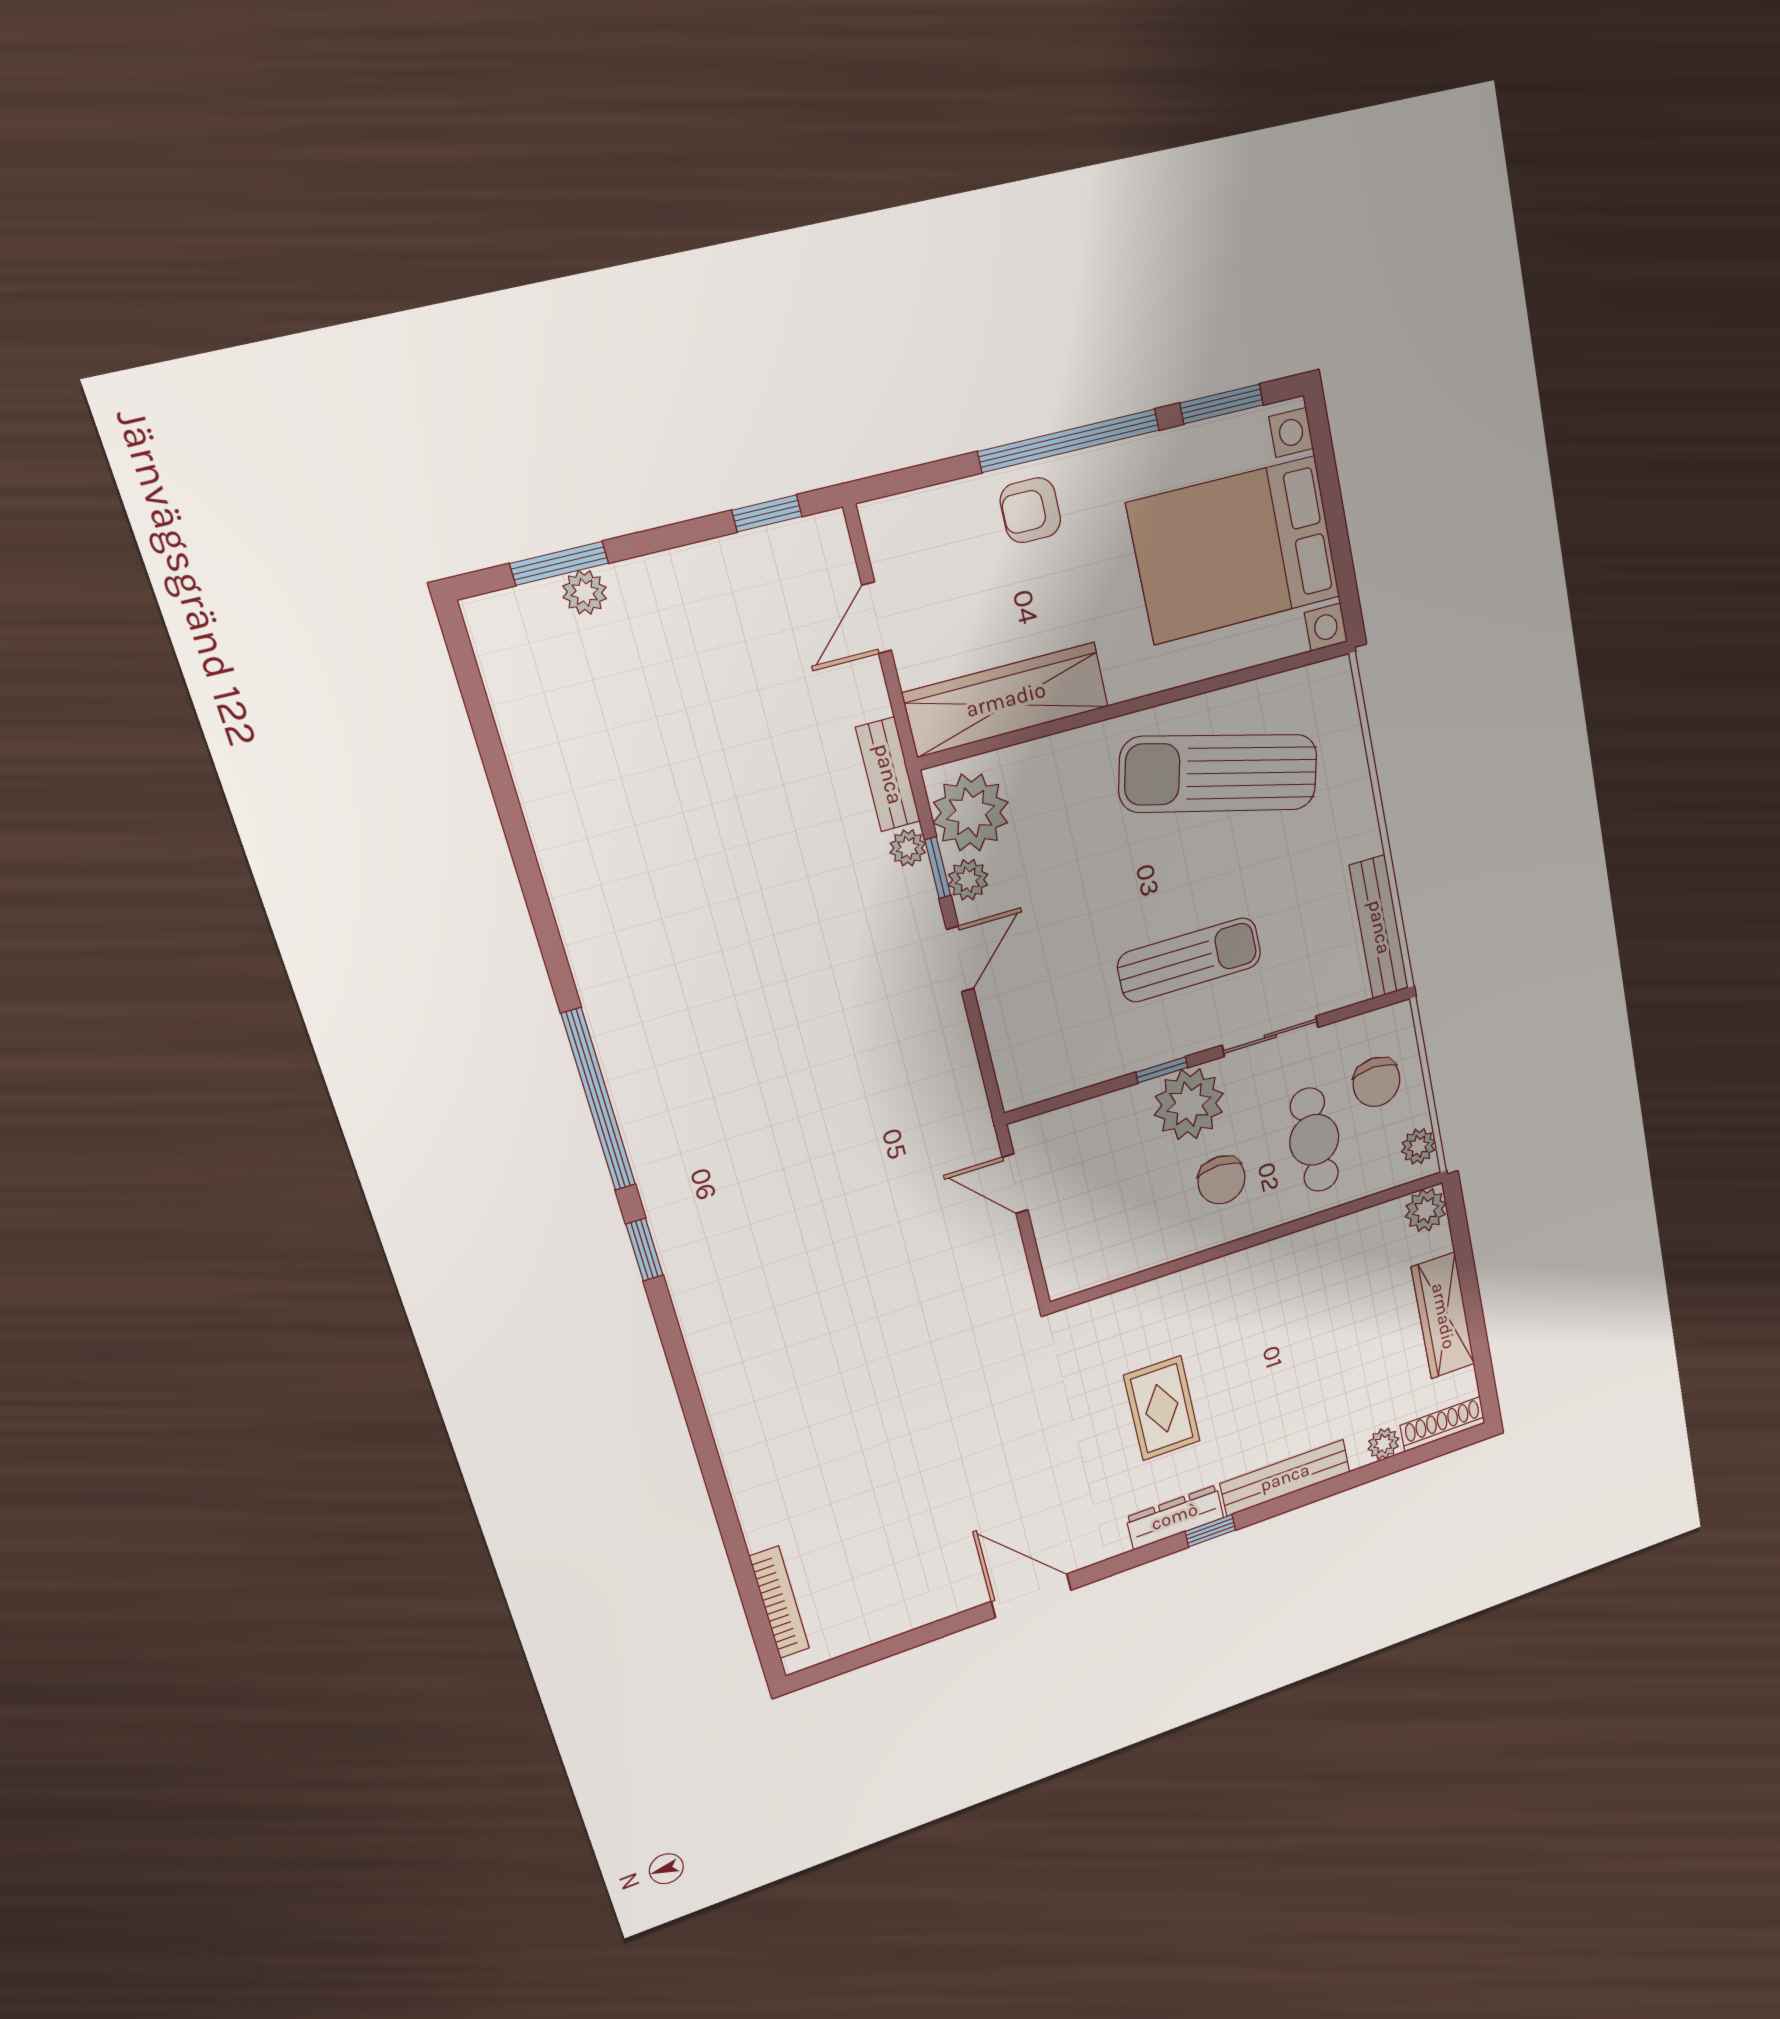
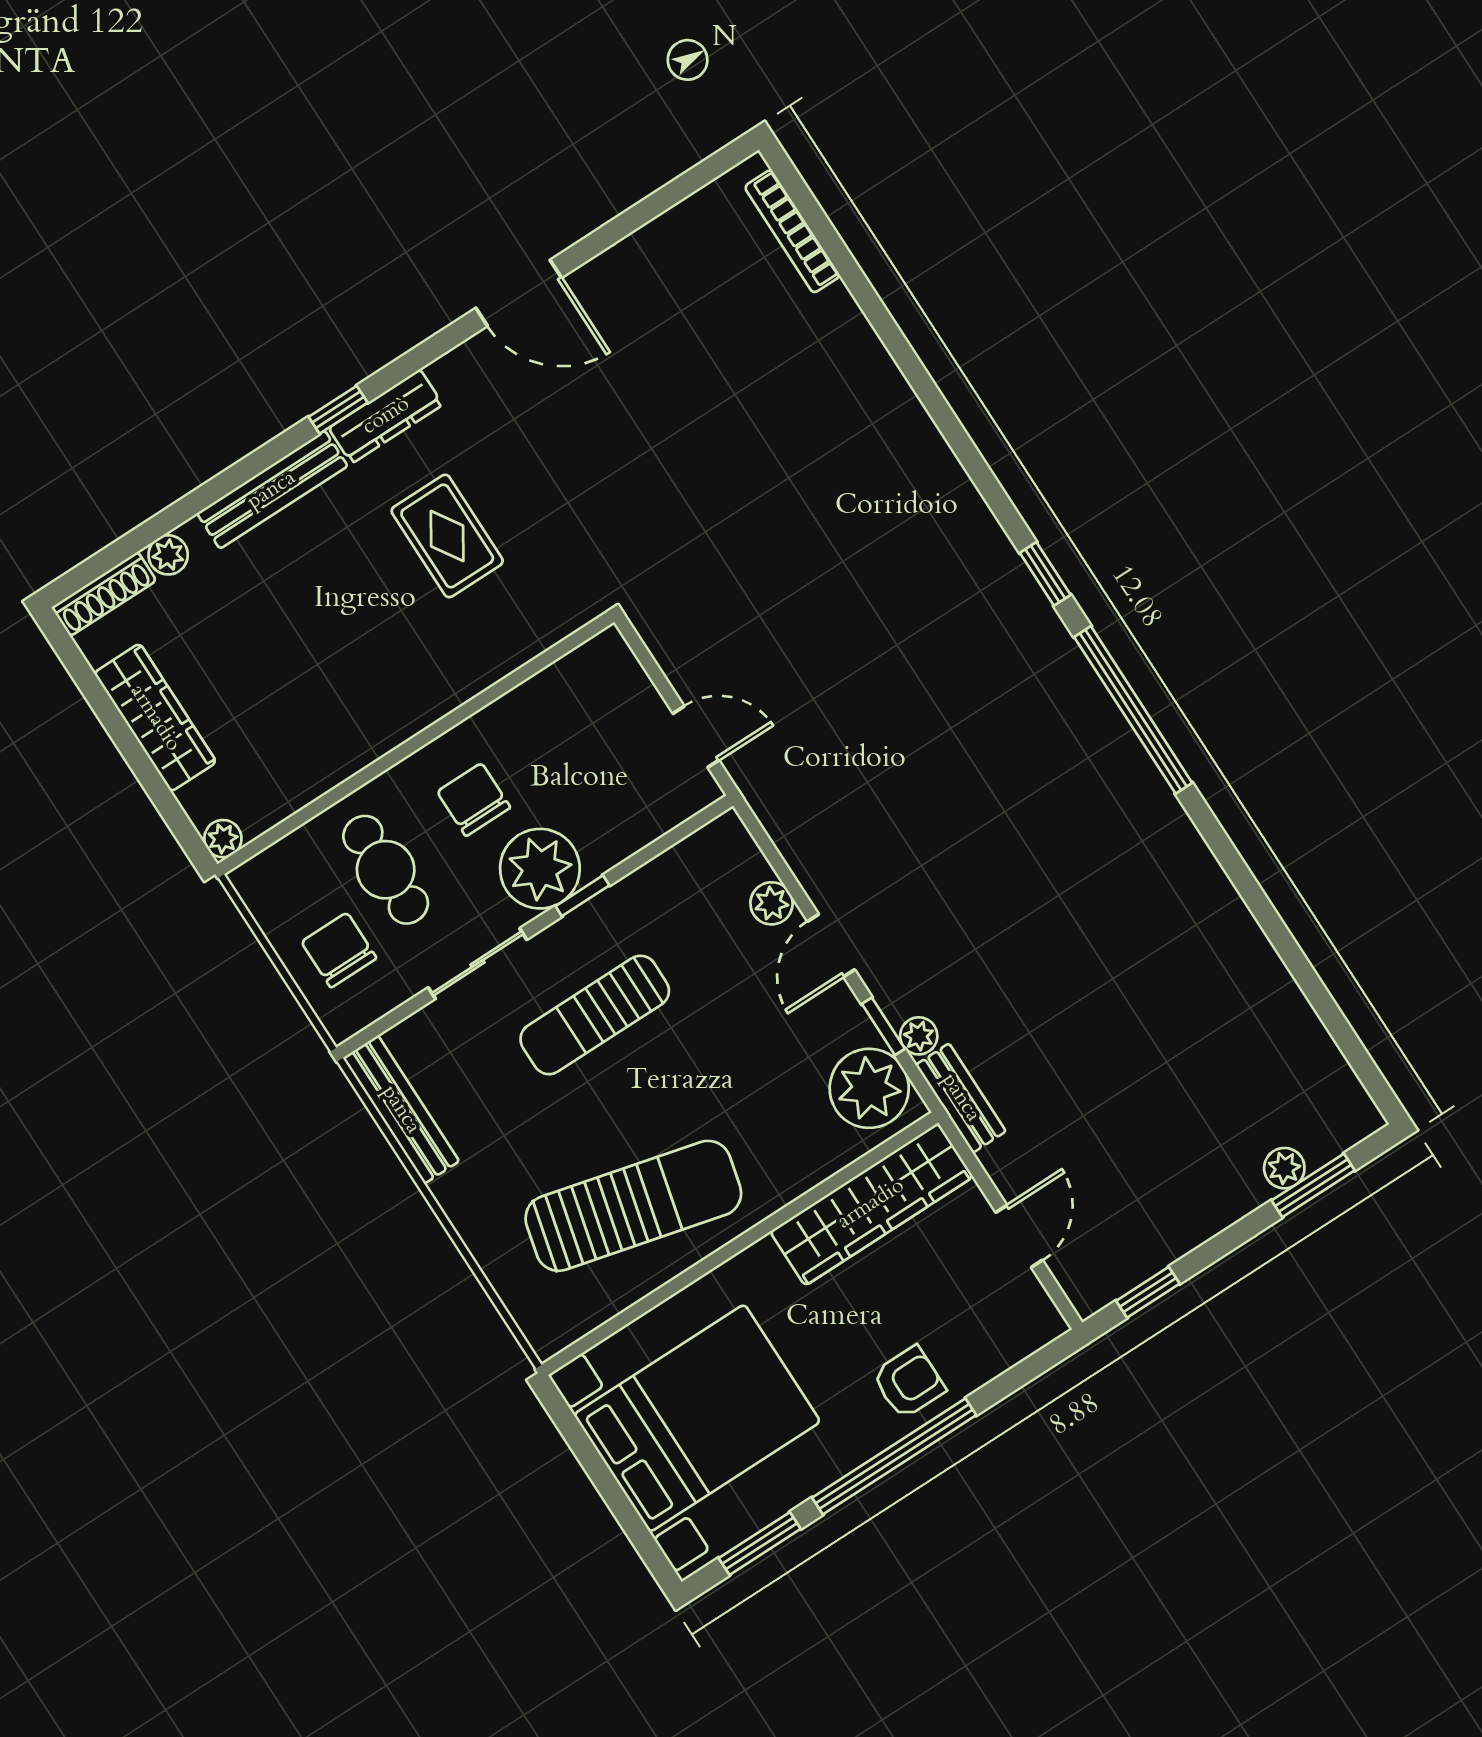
plant: (968, 880) -> (772, 903), moved
plant: (1418, 1146) -> (262, 895), removed
plant: (1426, 1210) -> (223, 839), width x0.73, depth x0.73

